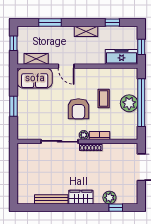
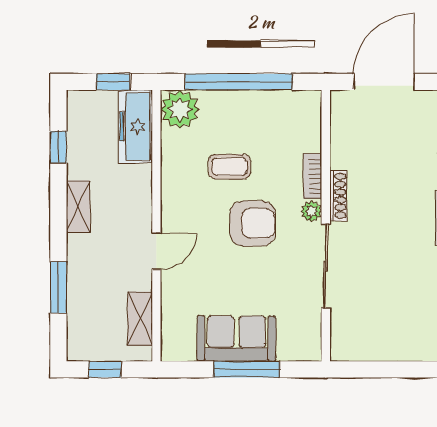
sofa: (35, 78) -> (236, 339), moved, turned -90
plant: (129, 103) -> (180, 109), moved
window: (14, 106) -> (247, 369), width x1.44

